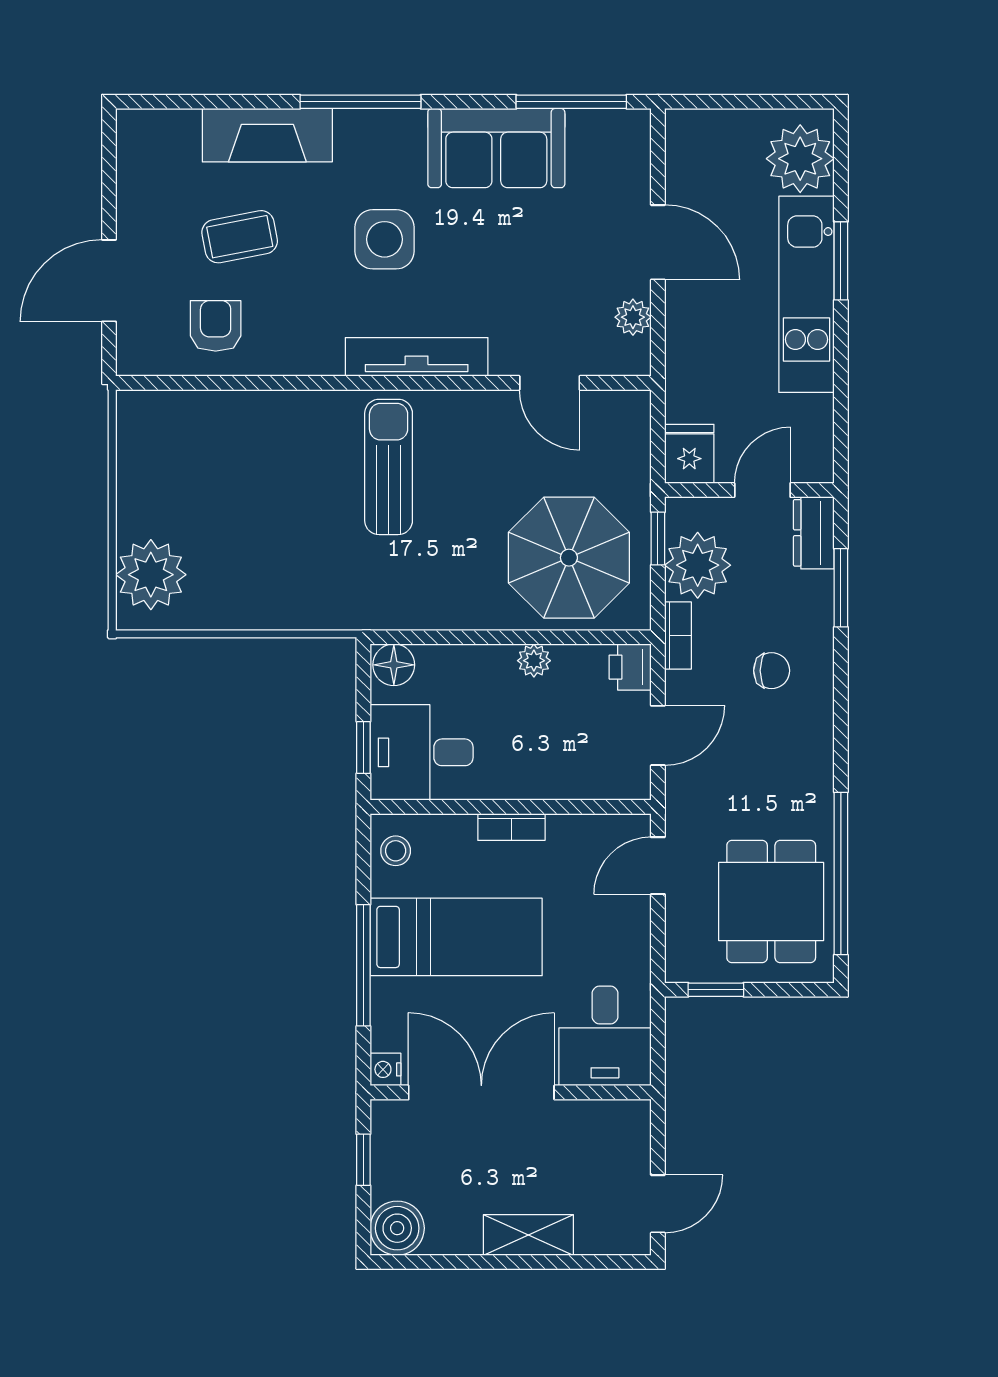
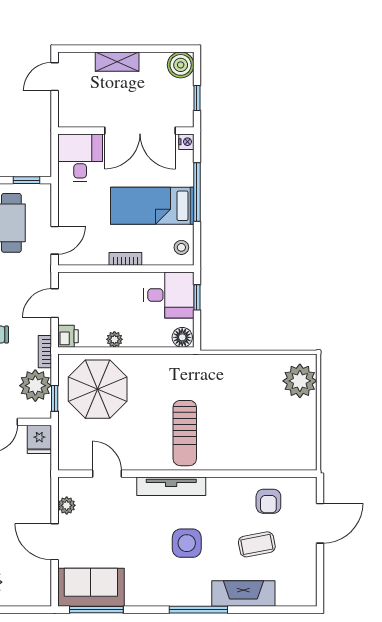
sofa: (496, 148) -> (91, 587), moved

